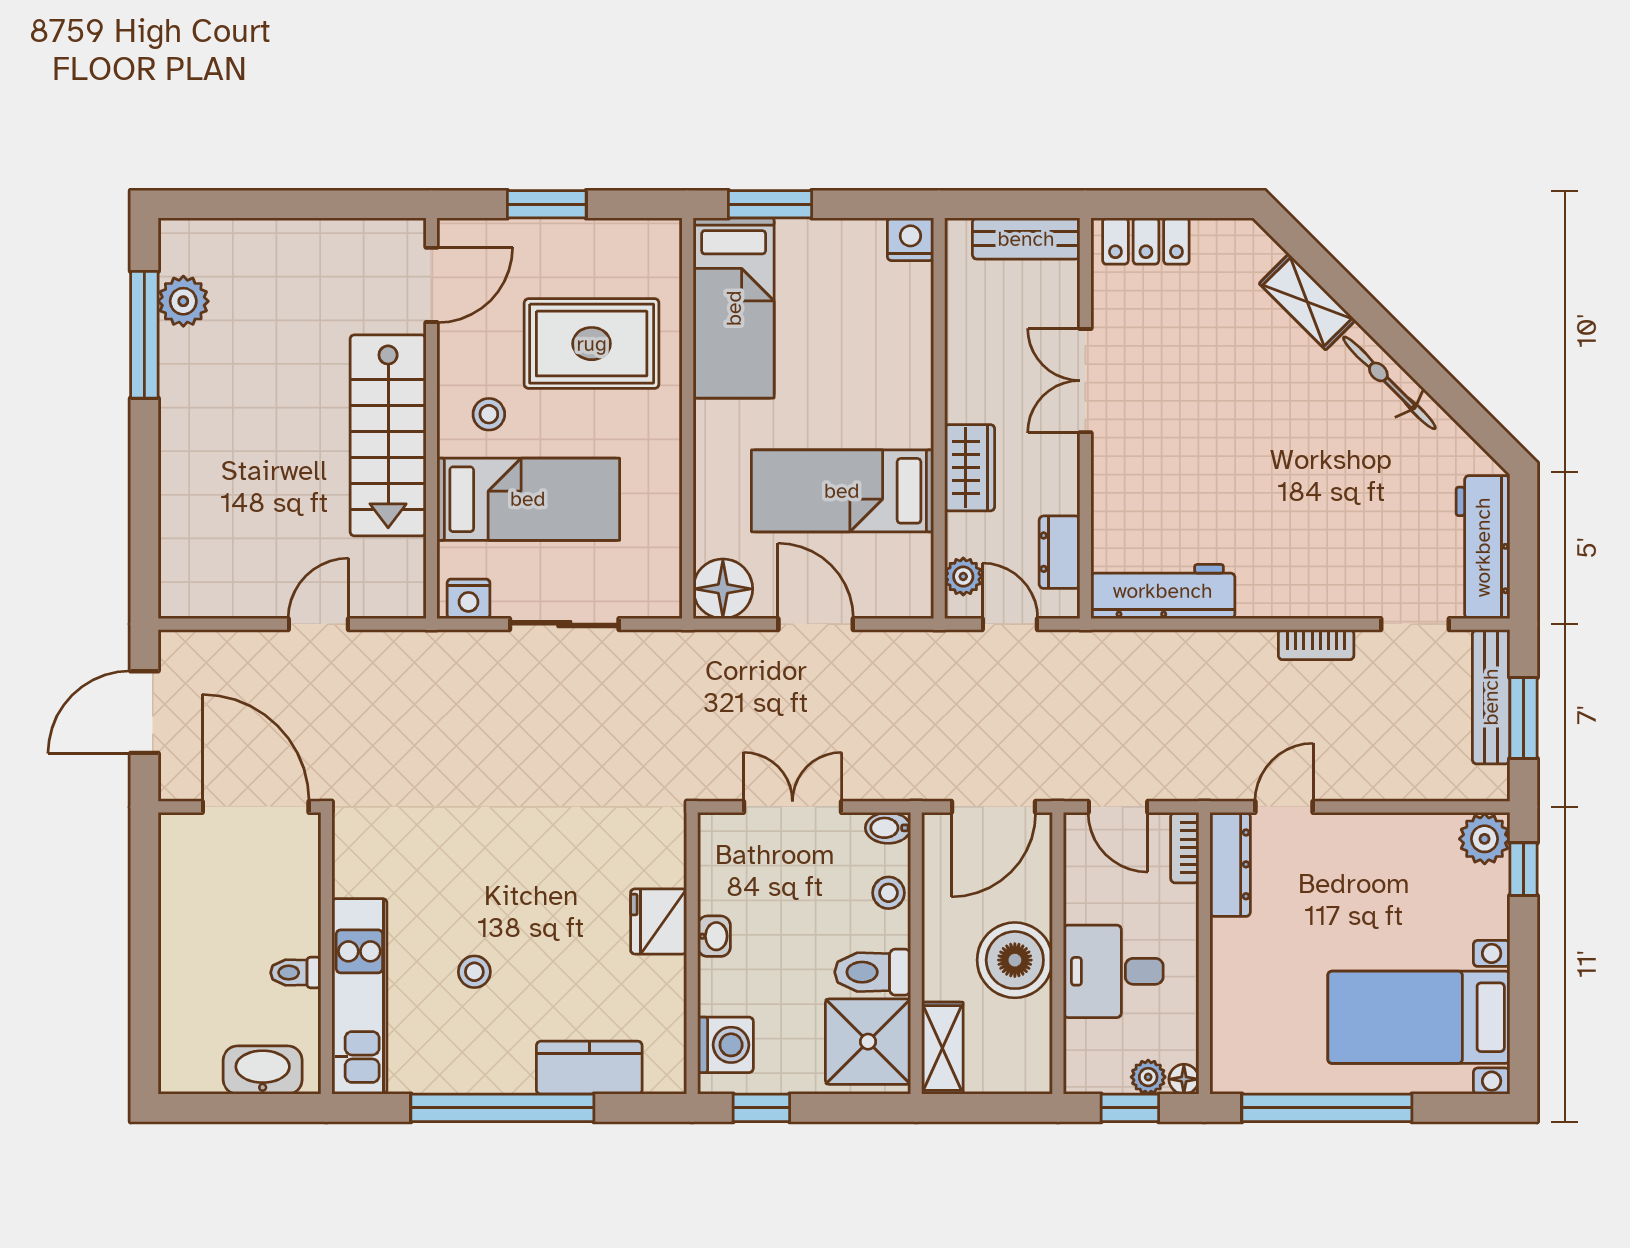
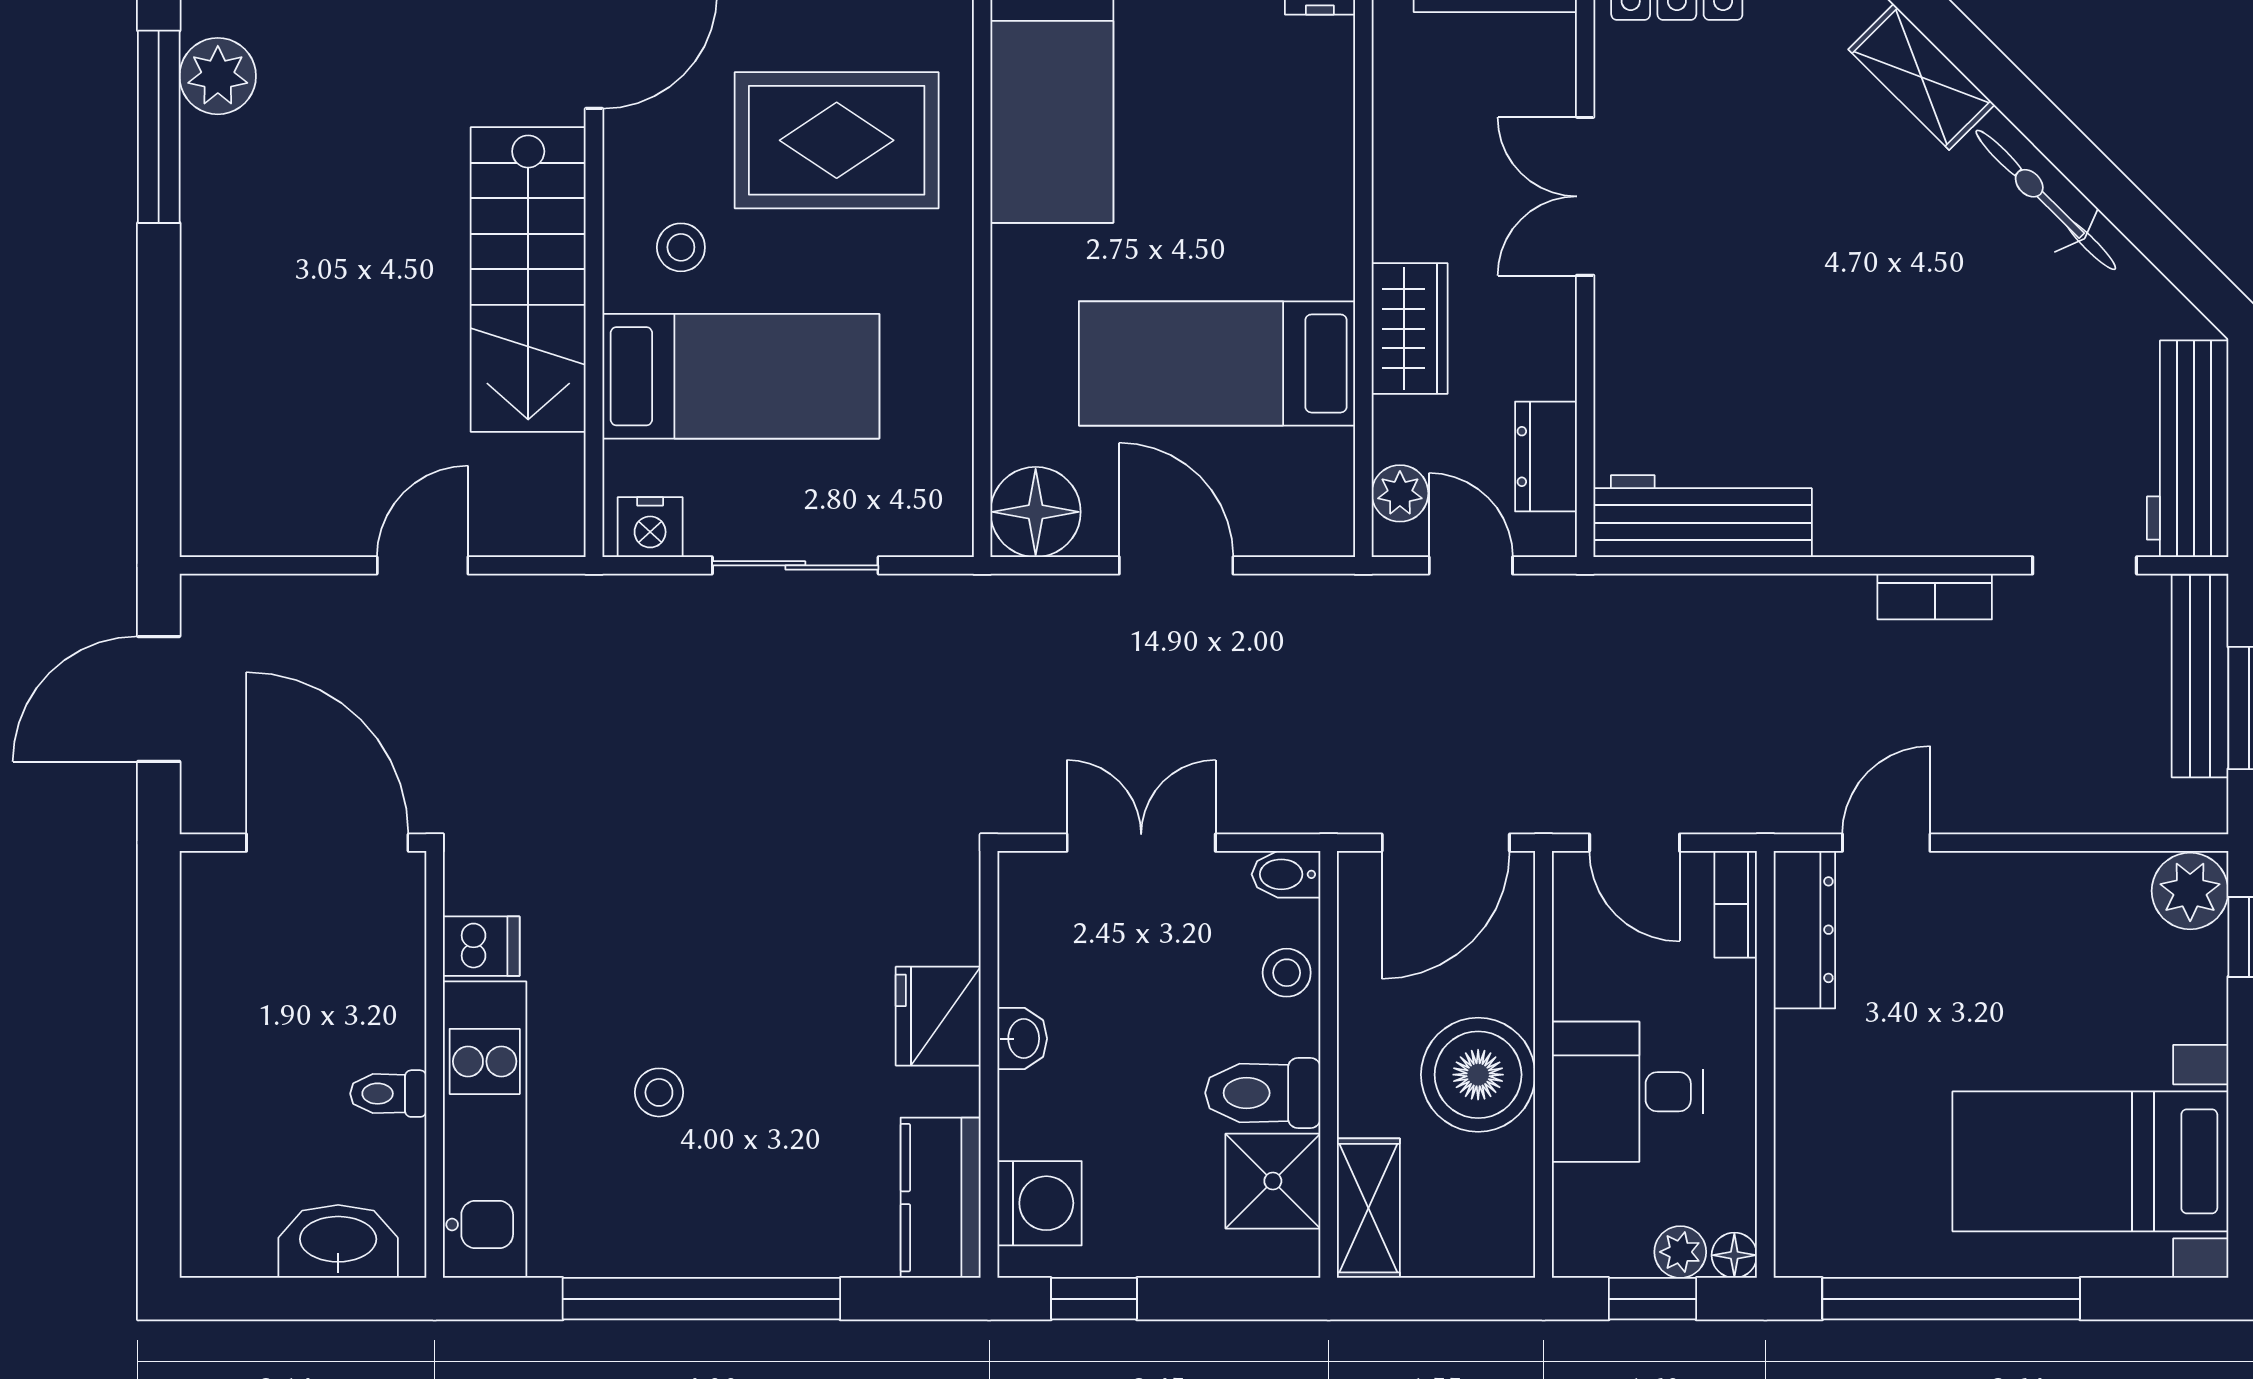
dishwasher: (357, 875) -> (481, 946), added
shower: (868, 1042) -> (1273, 1181), width x0.73, depth x0.73
kitchen counter: (589, 1068) -> (941, 1198), moved, turned -90

